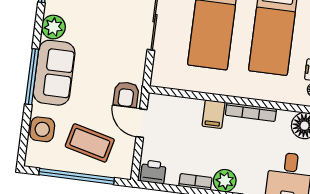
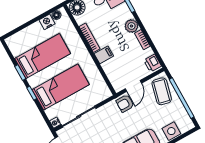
armchair: (126, 94) -> (125, 103), turned 180
coffee table: (90, 143) -> (162, 91), moved

